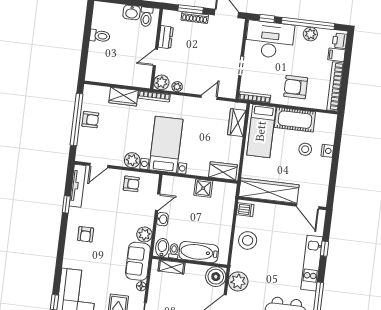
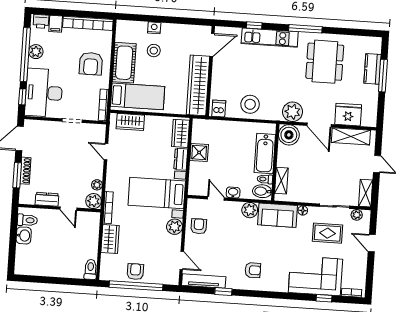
toilet: (100, 36) -> (91, 269), moved
dresser: (198, 170) -> (181, 159), added

